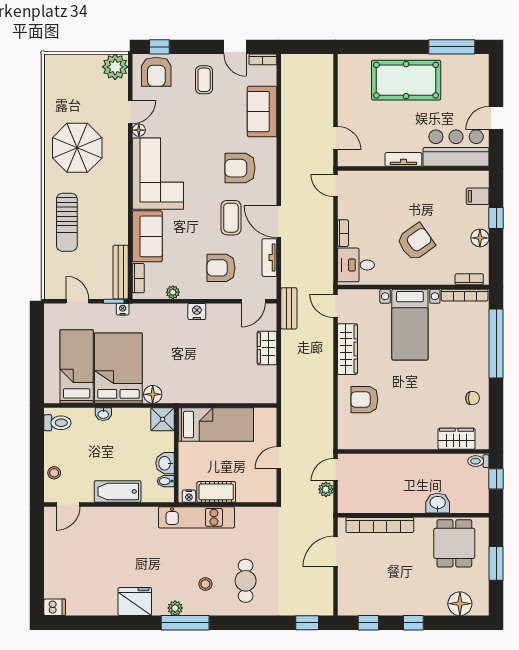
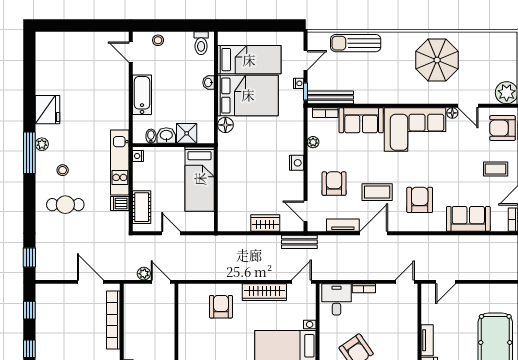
sun lounger: (67, 222) -> (356, 43), moved
nightstand: (123, 309) -> (299, 83), moved
shower: (163, 419) -> (187, 133), moved
cot: (216, 492) -> (142, 207), moved
dishwasher: (55, 607) -> (120, 203), moved, turned 90

